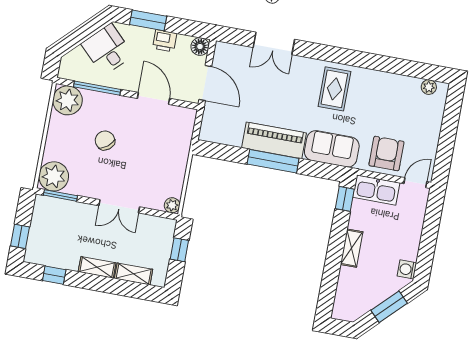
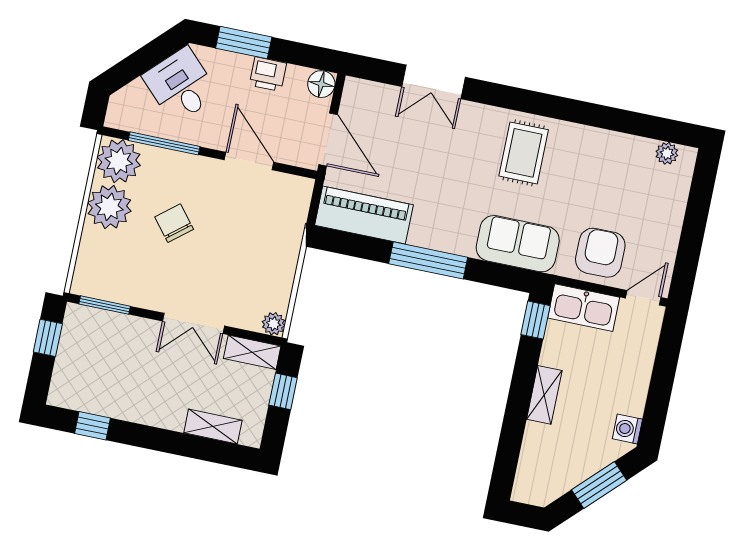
piano: (274, 140) -> (364, 215), moved
plant: (54, 176) -> (109, 207), moved
window: (20, 236) -> (48, 338), moved
shelving: (97, 267) -> (252, 352), moved

